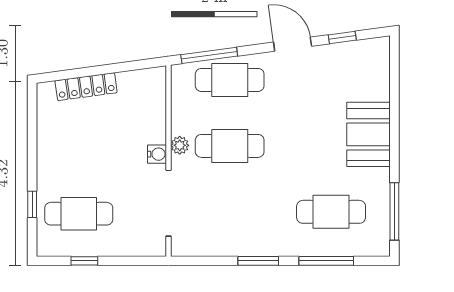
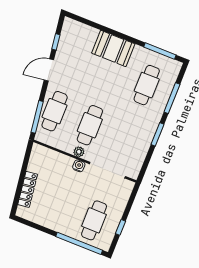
window: (32, 204) -> (79, 243), width x3.17

